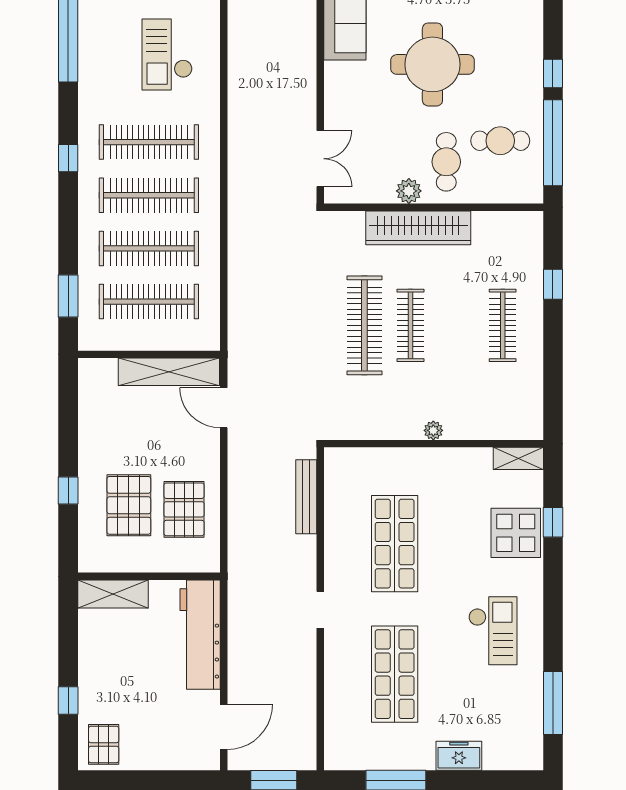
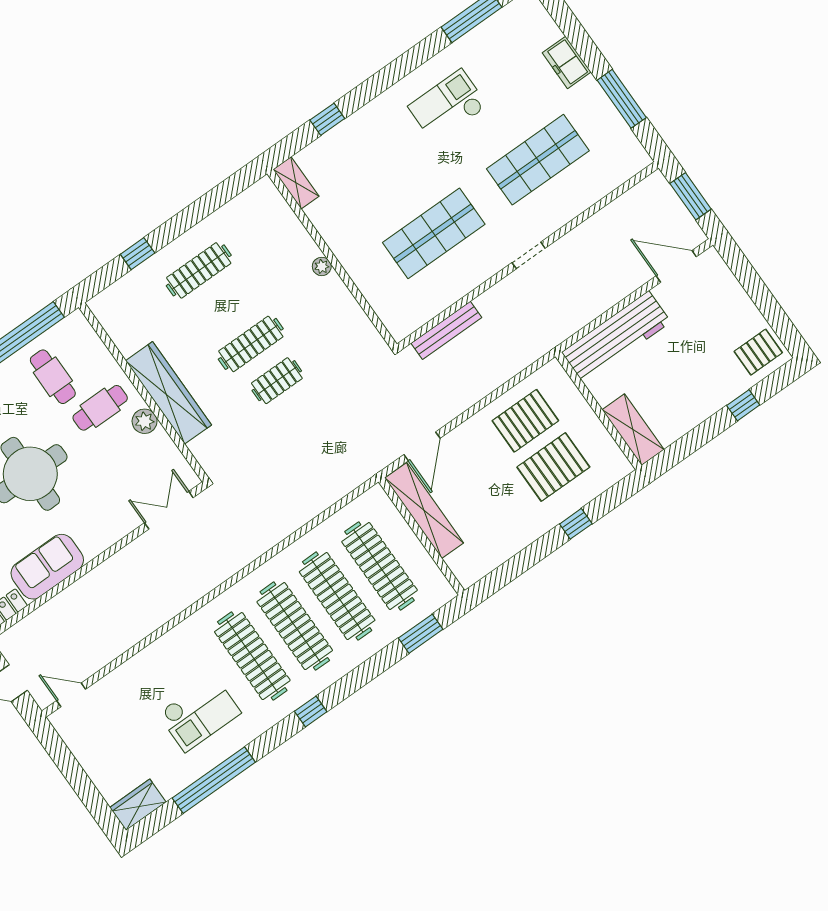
checkout: (167, 54) -> (199, 713), moved
clothes rail: (364, 325) -> (277, 381), width x0.54, depth x0.76
display table: (516, 533) -> (357, 143), removed

